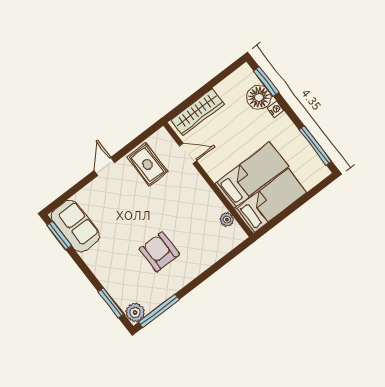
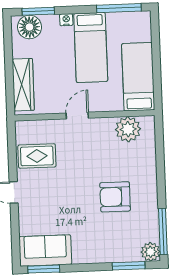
floor lamp: (259, 97) -> (29, 27), moved
door: (188, 153) -> (77, 116), moved
bed: (252, 175) -> (91, 47), moved, turned 180
plant: (227, 220) -> (128, 129), width x1.87, depth x1.87

